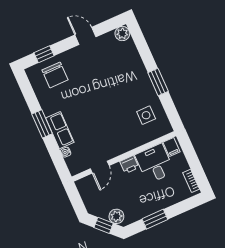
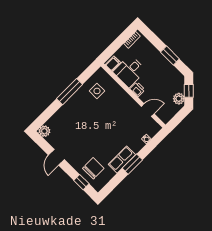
window: (158, 82) -> (70, 92), width x1.44
row of seats: (60, 130) -> (122, 160), moved
plant: (116, 216) -> (179, 99), moved

